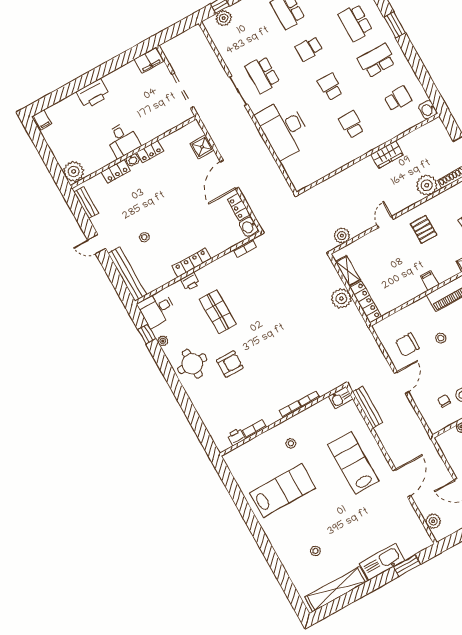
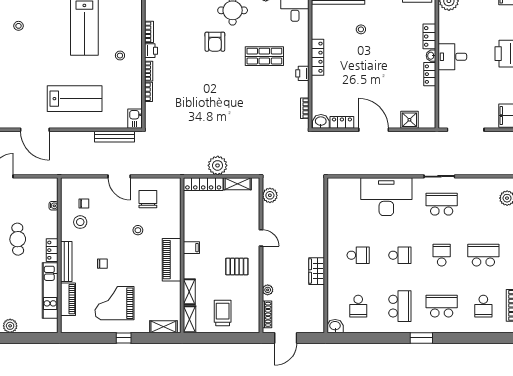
plant: (427, 185) -> (268, 290), width x0.53, depth x0.53
printer: (190, 282) -> (302, 73), moved
printer: (236, 437) -> (151, 51), moved

